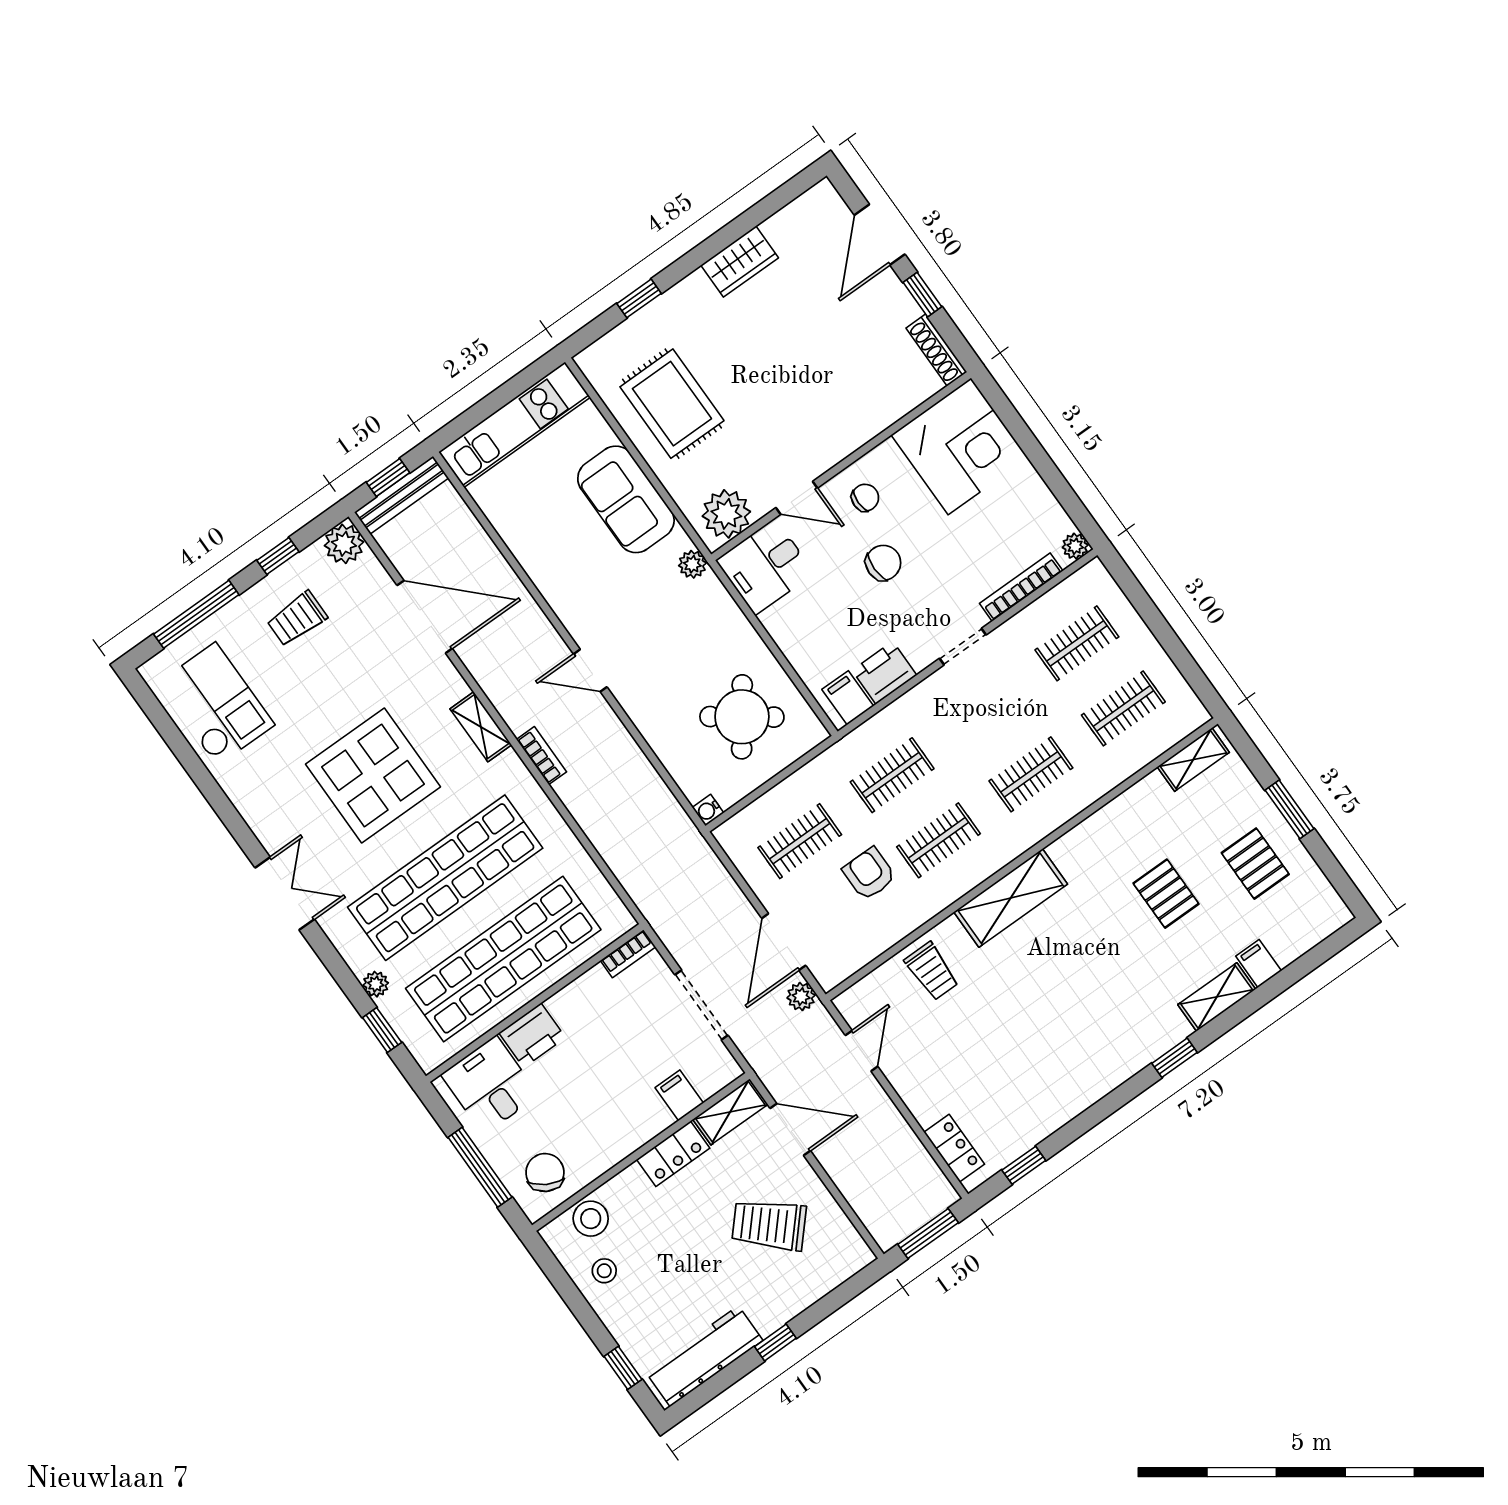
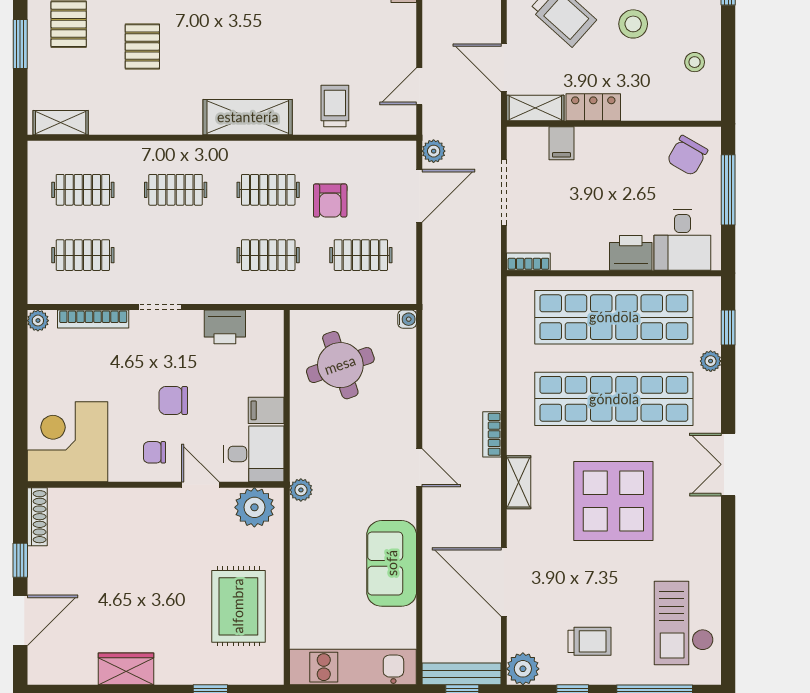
sofa: (626, 499) -> (392, 563), moved, turned 180
filing cabinet: (848, 698) -> (266, 410), moved, turned 90
round table: (742, 717) -> (340, 365), turned 35
stool: (591, 1219) -> (633, 24), moved

